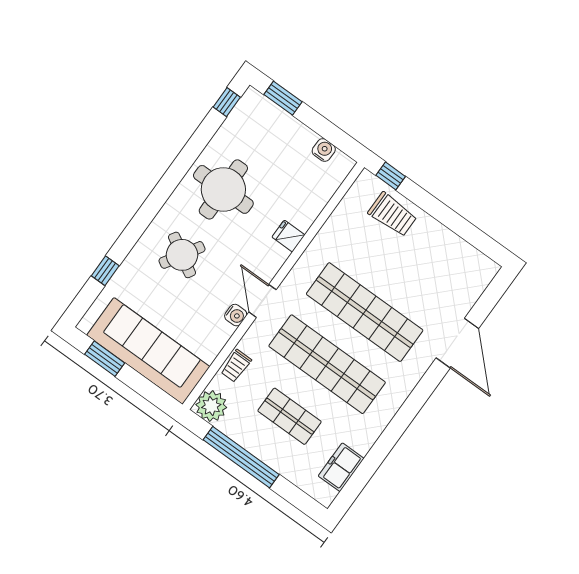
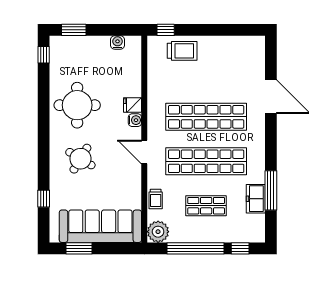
water cooler: (236, 315) -> (135, 120), moved
window: (378, 453) -> (271, 190), added
freezer: (341, 467) -> (256, 199), moved
window: (293, 495) -> (240, 248), added

